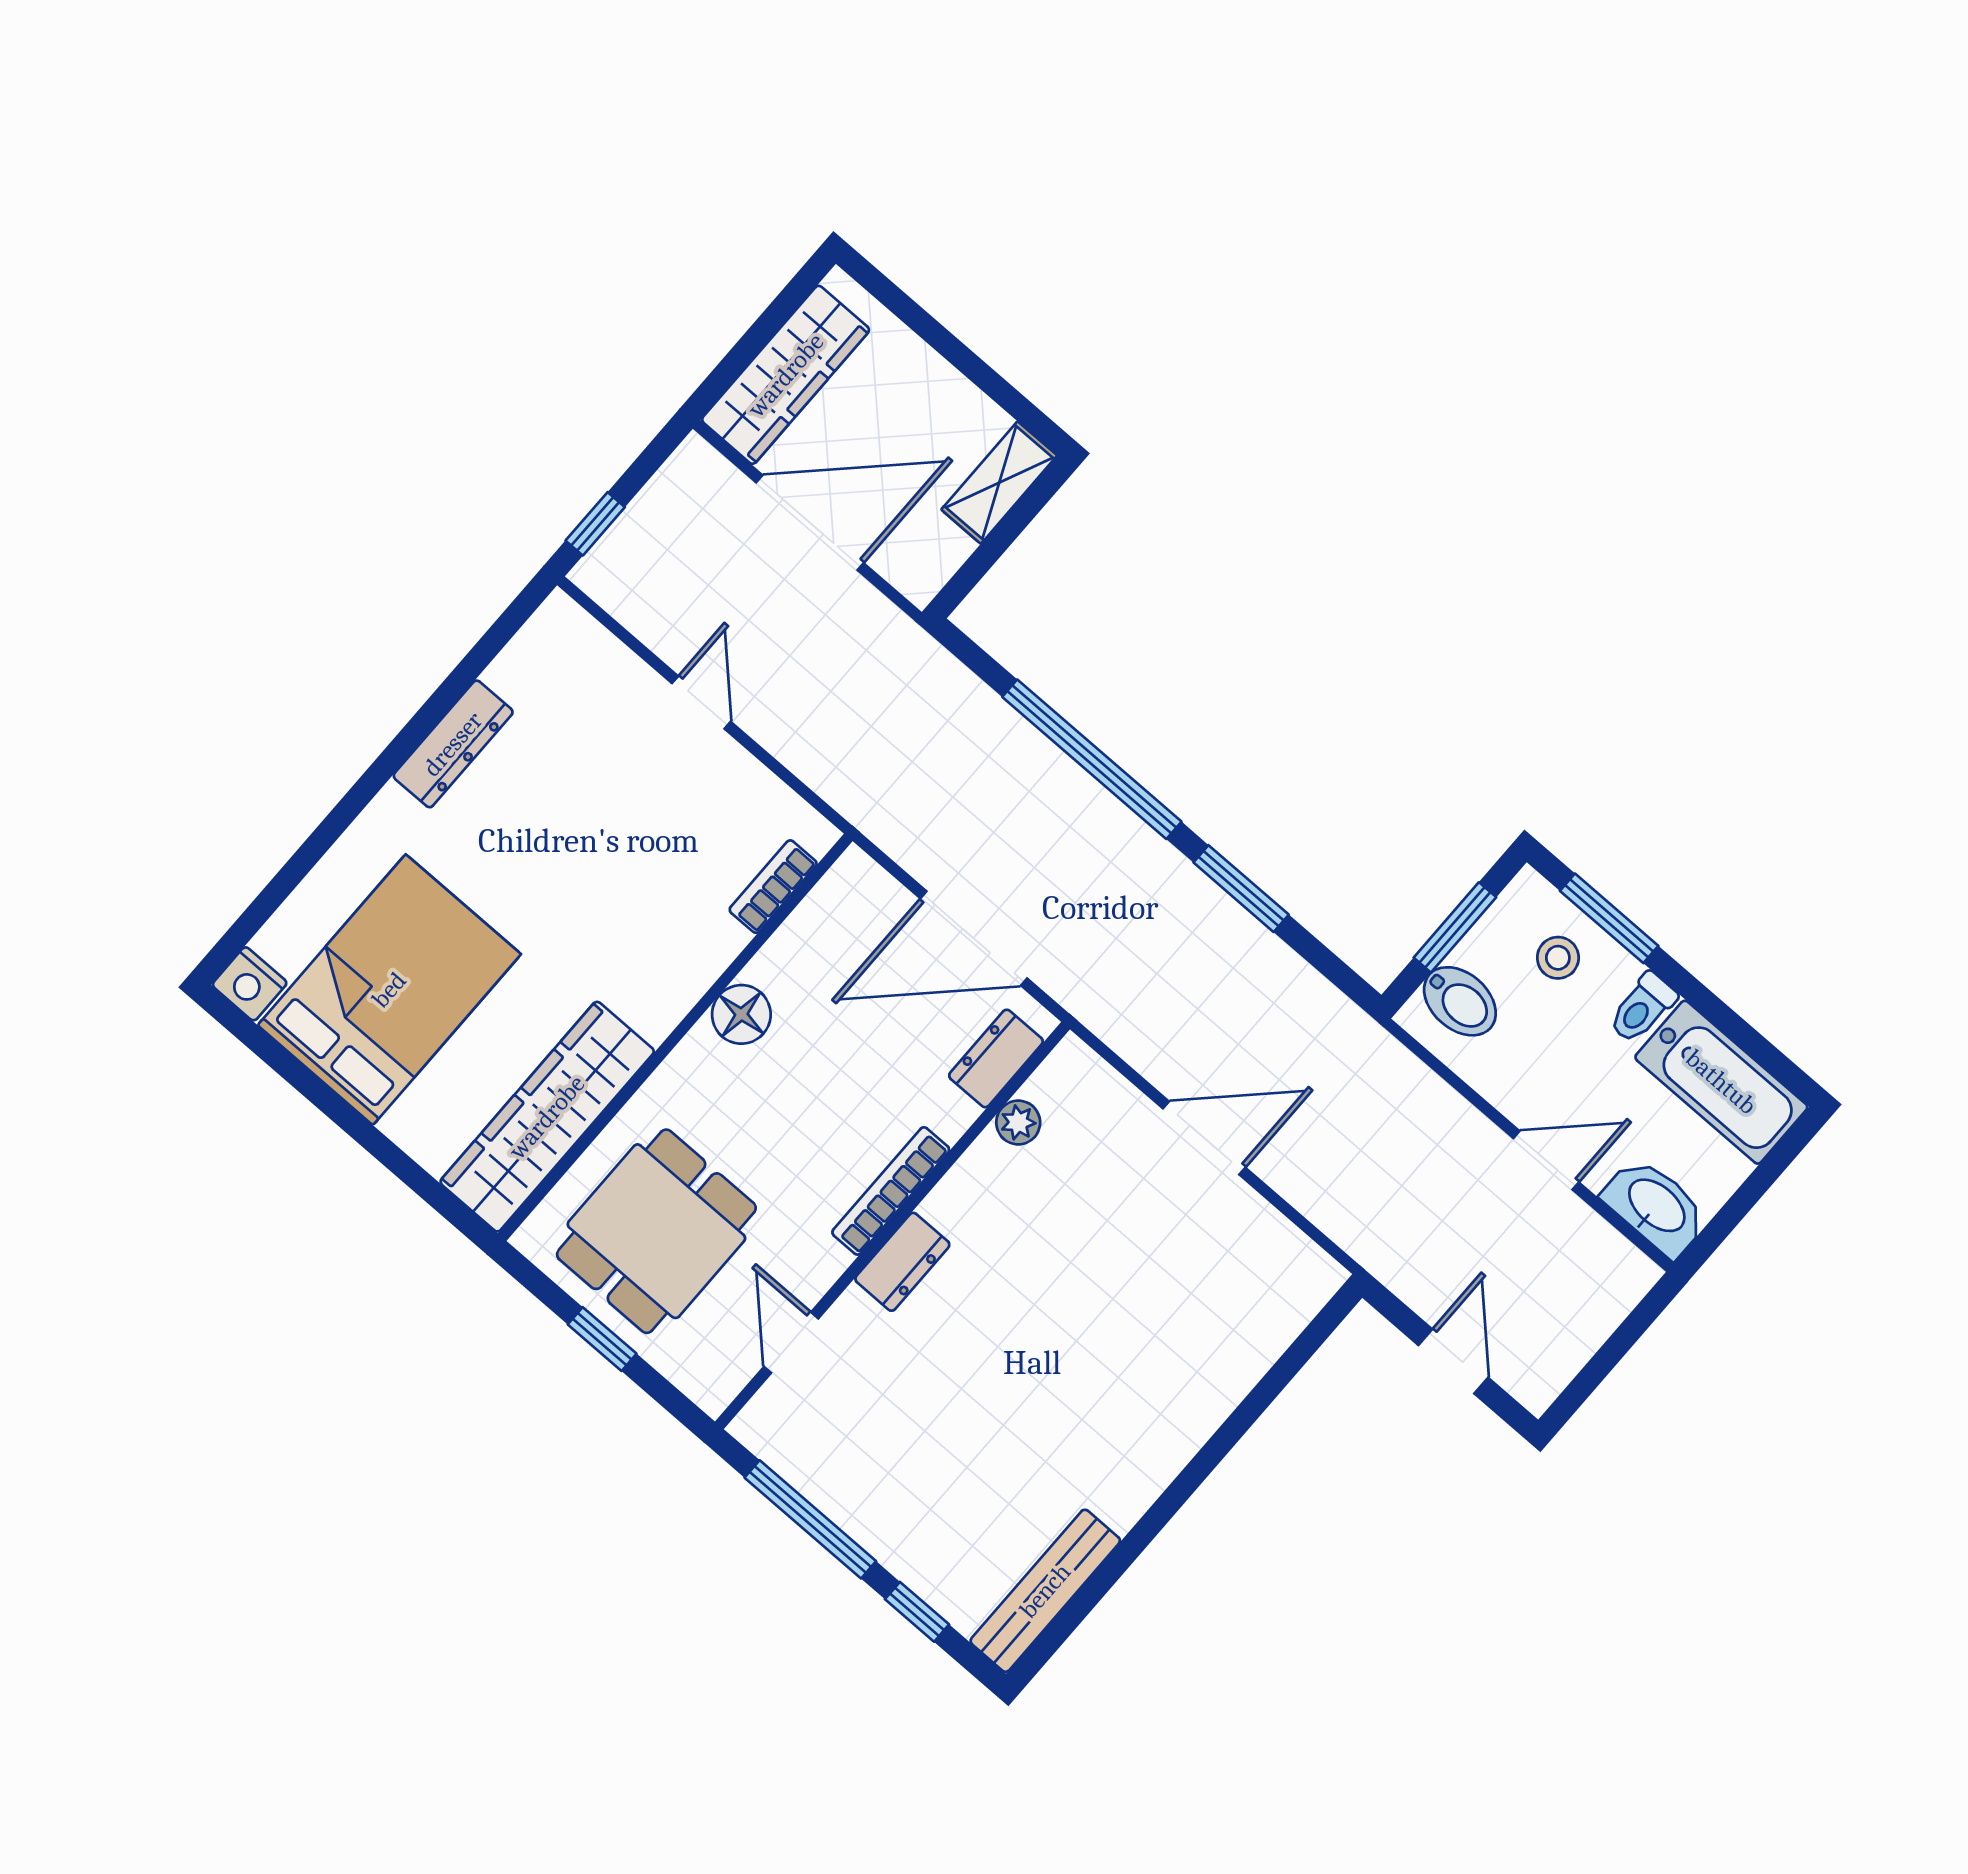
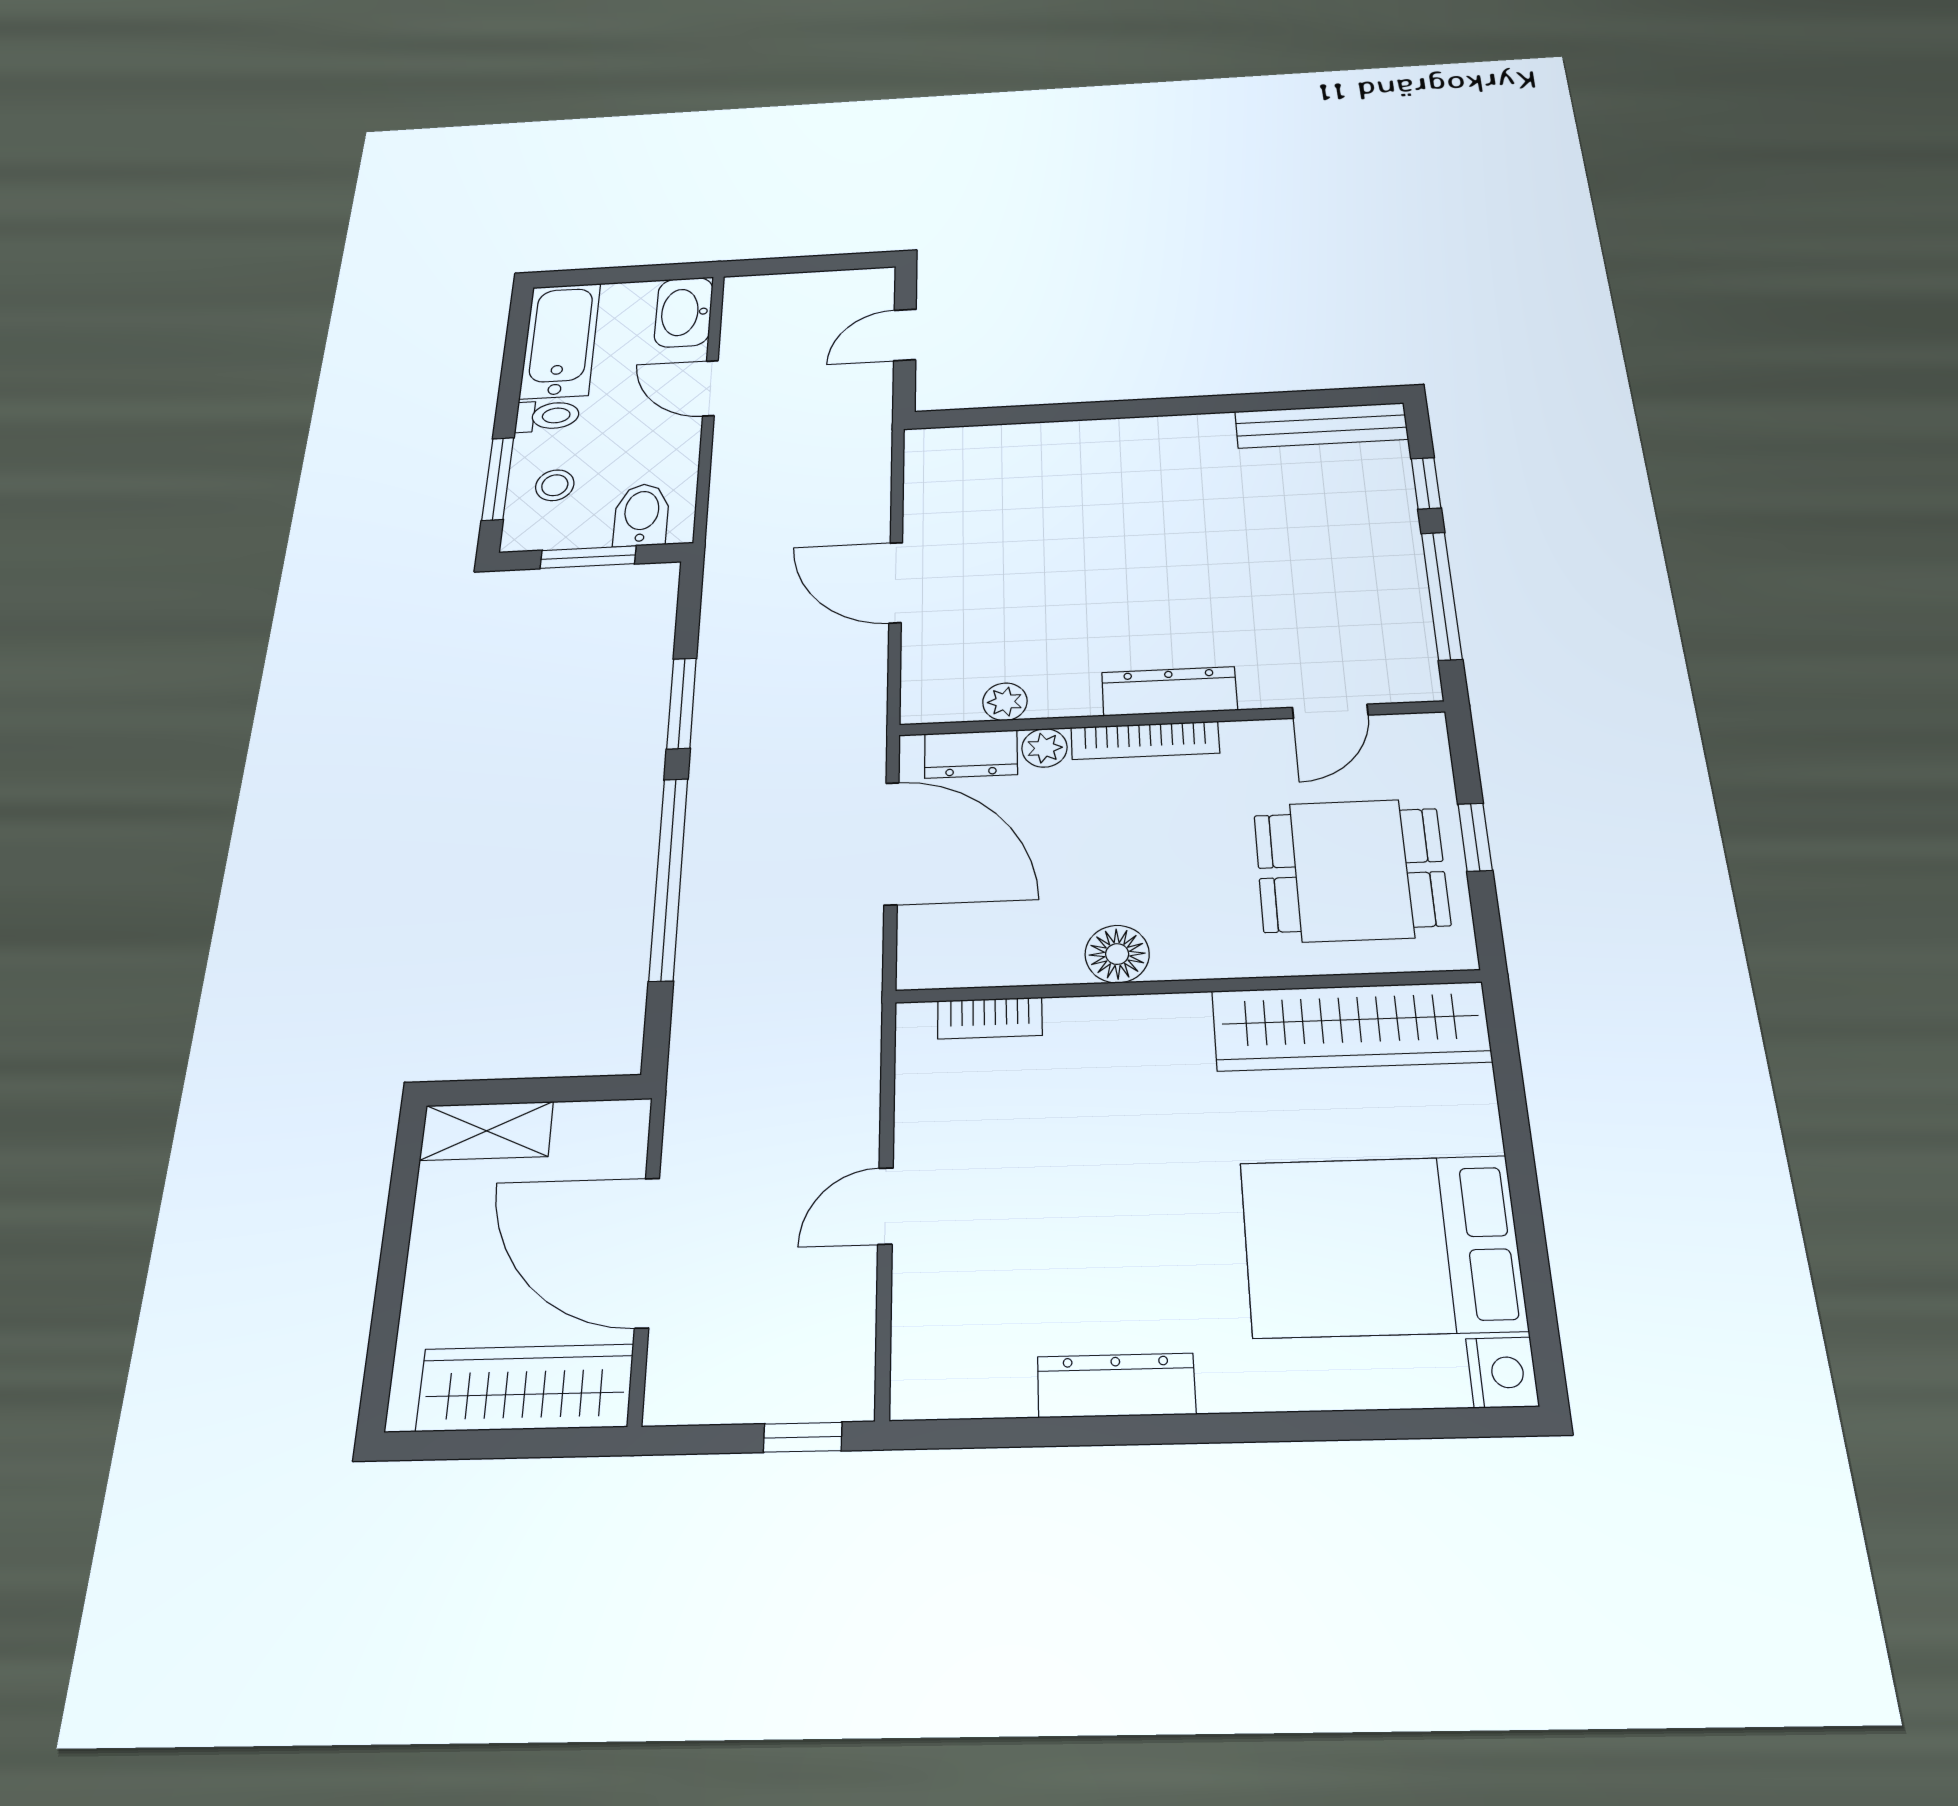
plant: (952, 1115) -> (1044, 748), added
dresser: (902, 1262) -> (1169, 691), width x1.44

